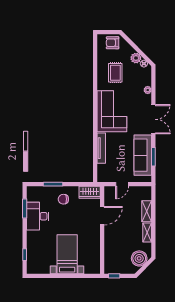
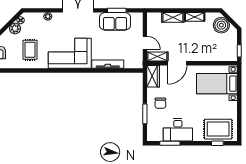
rug: (115, 73) -> (30, 50), turned 90
sofa: (143, 155) -> (115, 21), width x0.73
shelving: (109, 196) -> (157, 57), added
door: (102, 216) -> (177, 63), swing flipped
bed with nightstands: (67, 254) -> (217, 84), moved
rug: (38, 255) -> (218, 129), added

